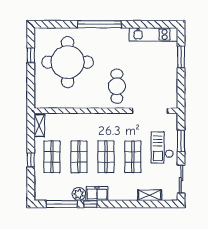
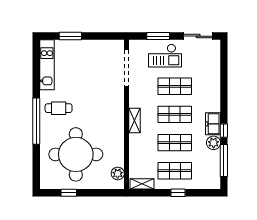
cafe table: (117, 86) -> (59, 108), moved, width x0.73, depth x0.74
plant: (49, 102) -> (118, 173), added
shelving: (150, 195) -> (134, 120), moved

